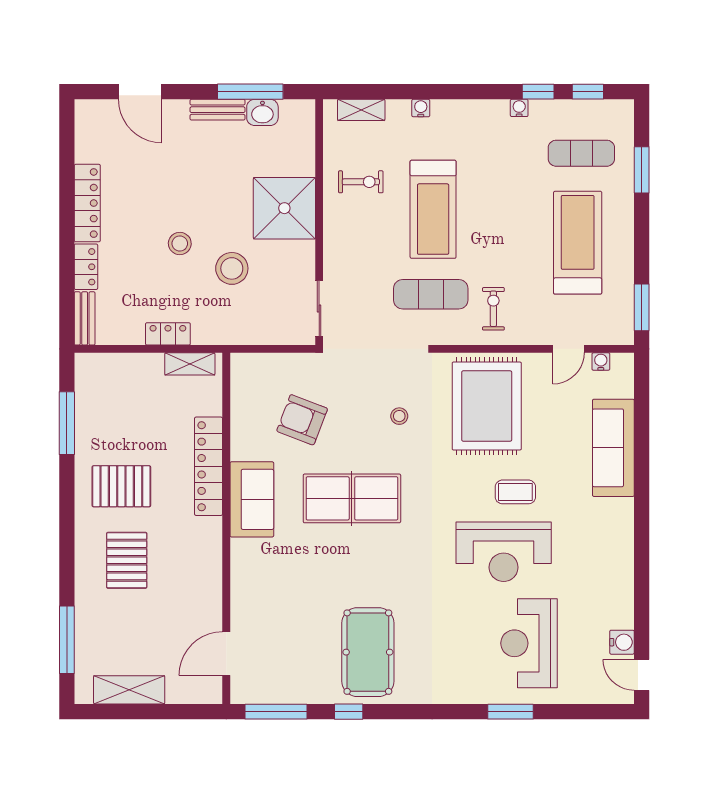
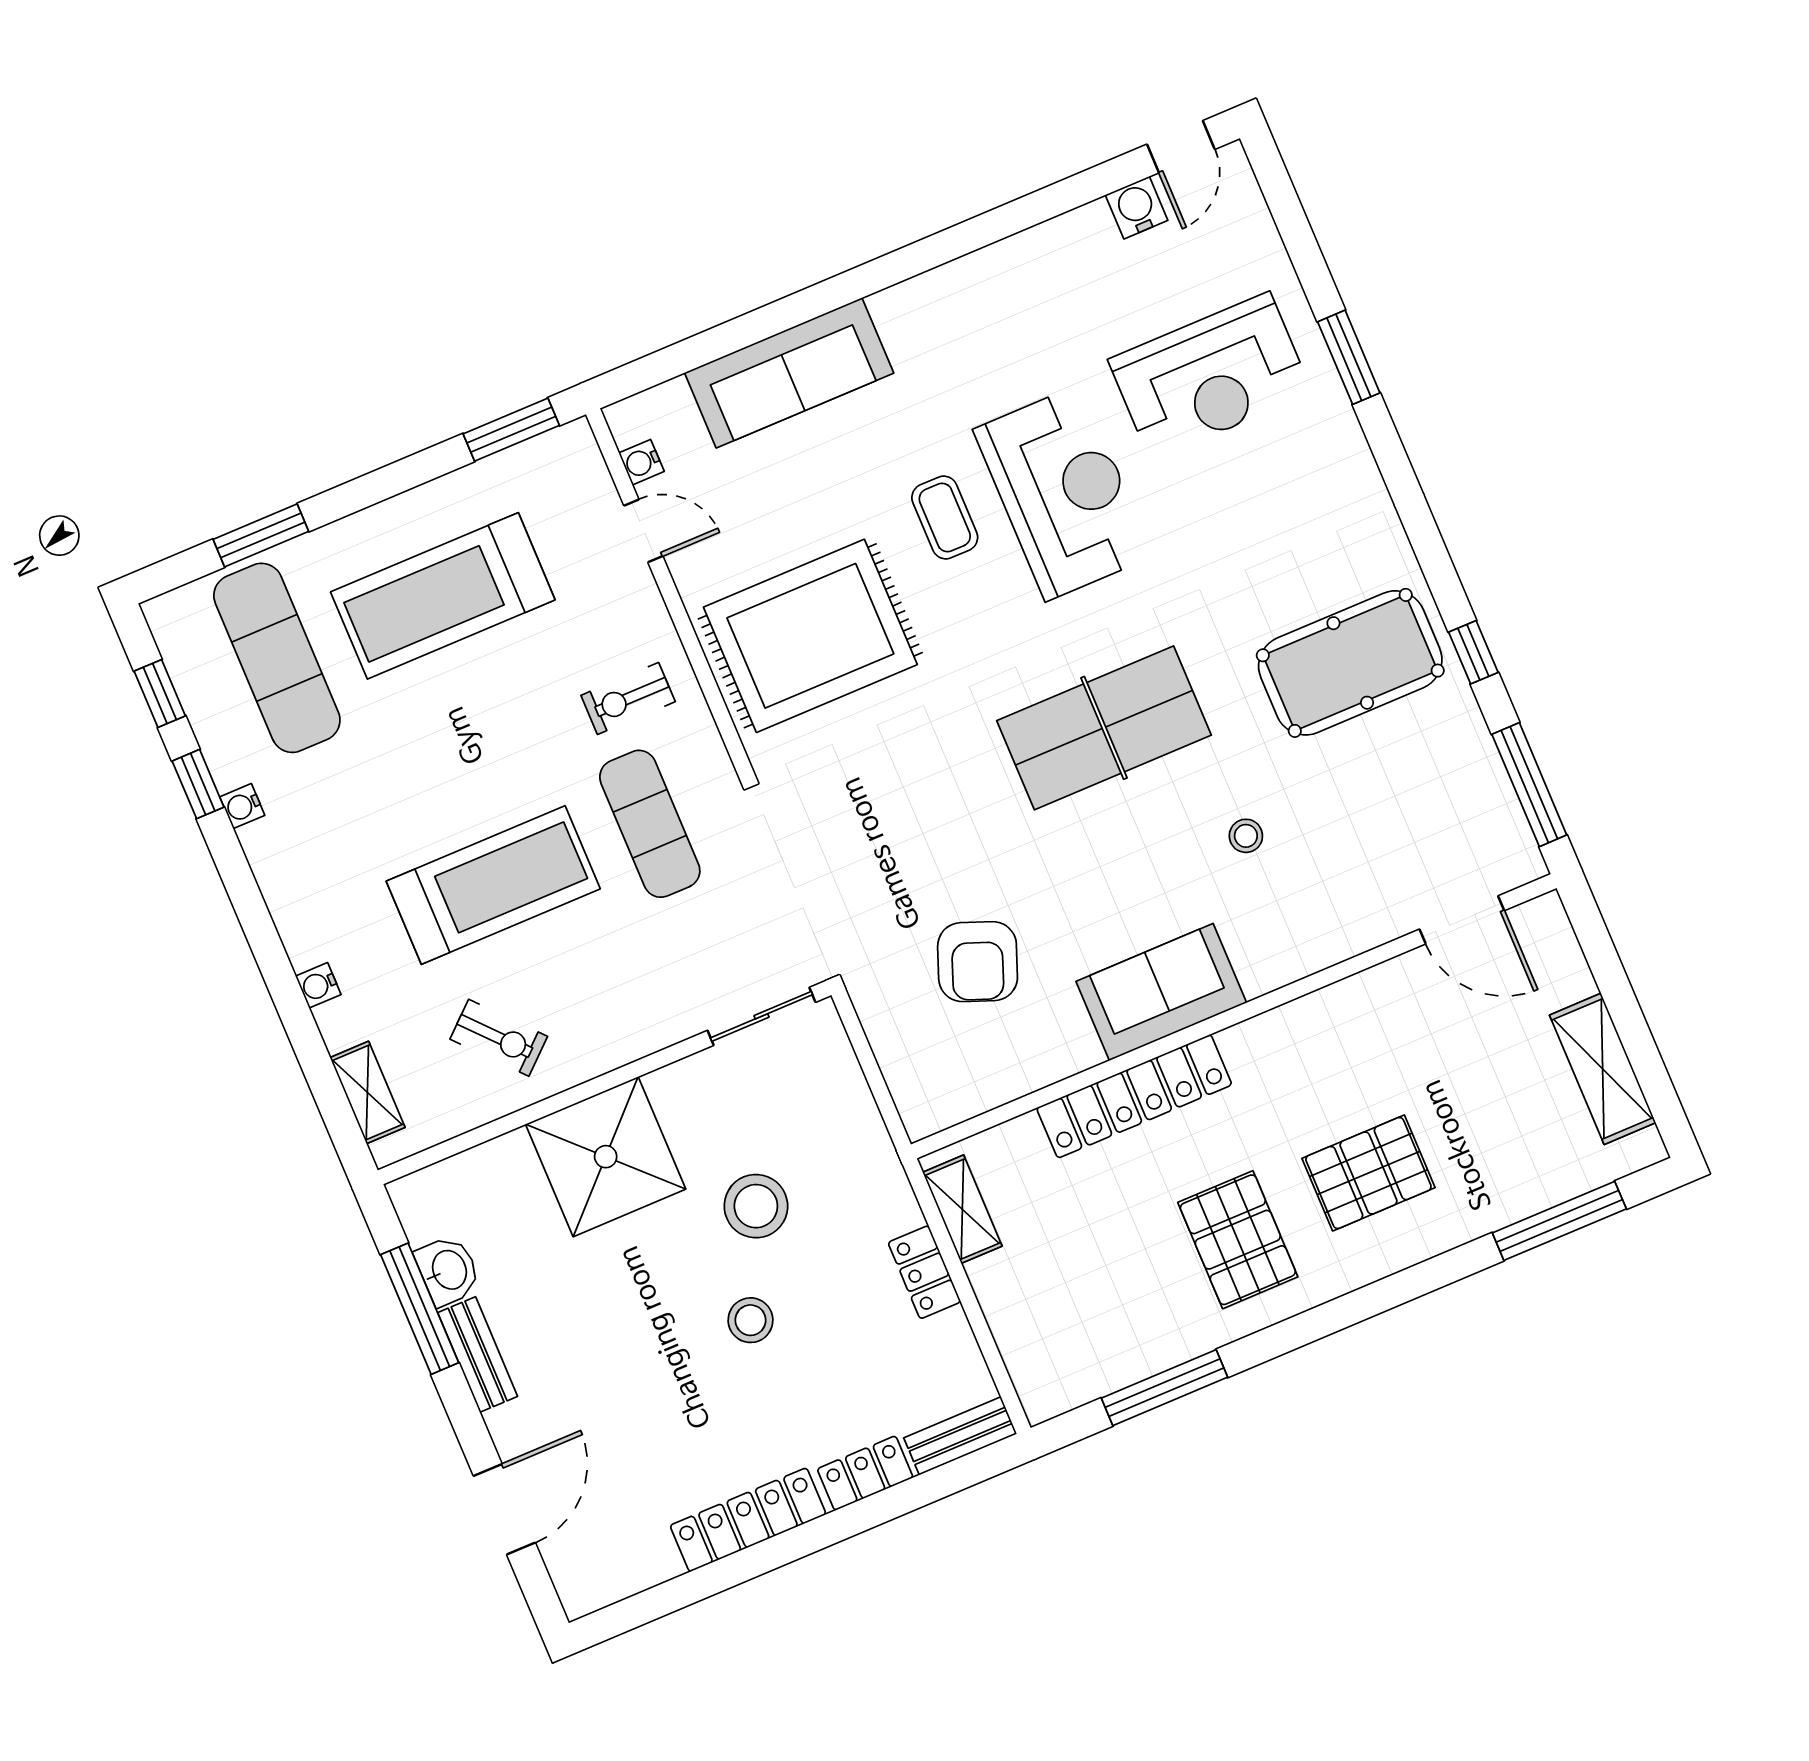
exercise mat: (581, 153) -> (277, 658), width x1.36, depth x1.45
exercise bike: (361, 182) -> (499, 1038), turned 138
stool: (399, 416) -> (1246, 836), moved
table tennis table: (352, 498) -> (1104, 728), moved, turned 90

